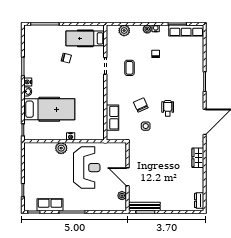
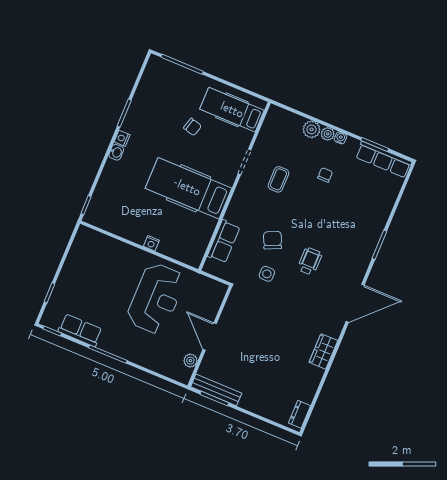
plant: (124, 31) -> (312, 129), moved
hospital bed: (49, 109) -> (189, 188), moved, turned 180
plant: (61, 148) -> (131, 255), removed

